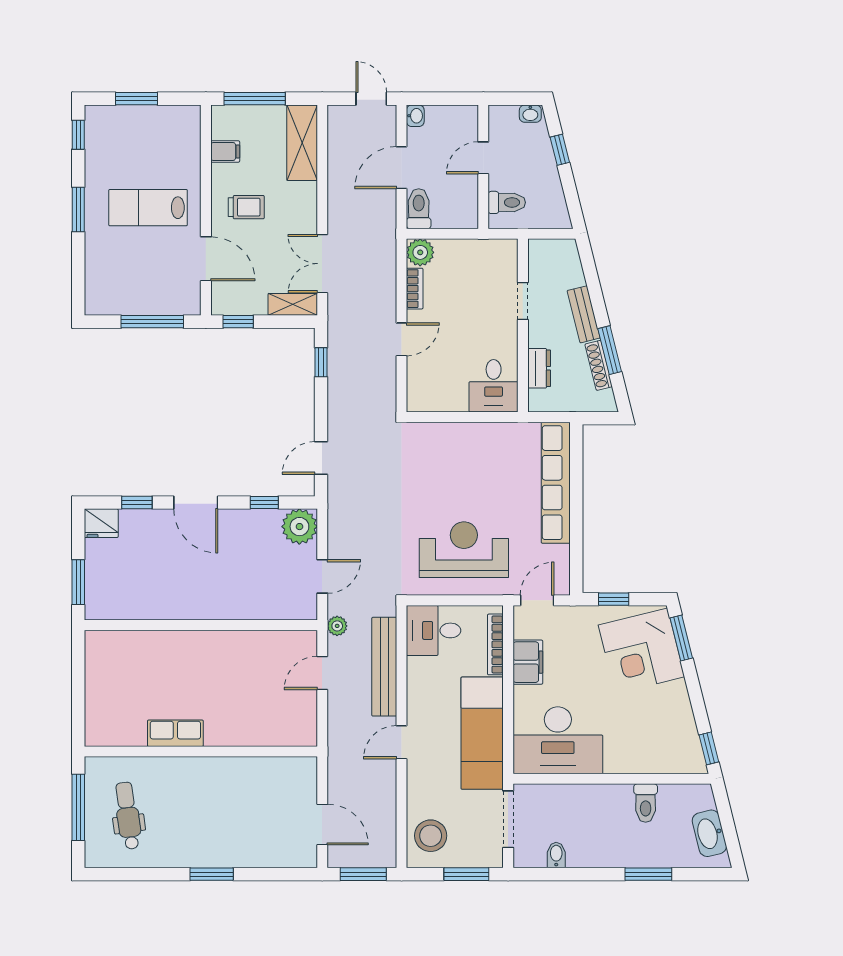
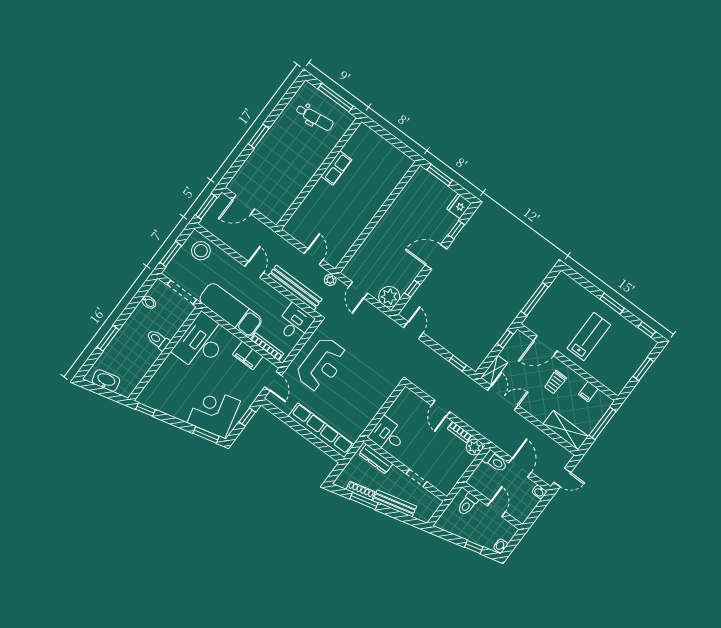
bench: (584, 314) -> (395, 503), width x1.36
dresser: (539, 368) -> (376, 459), width x1.44
toilet: (646, 803) -> (158, 340), moved

